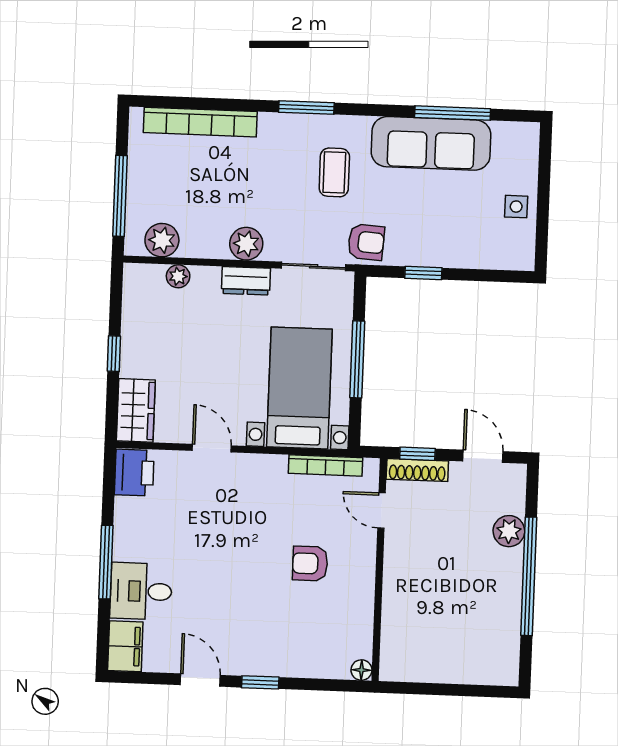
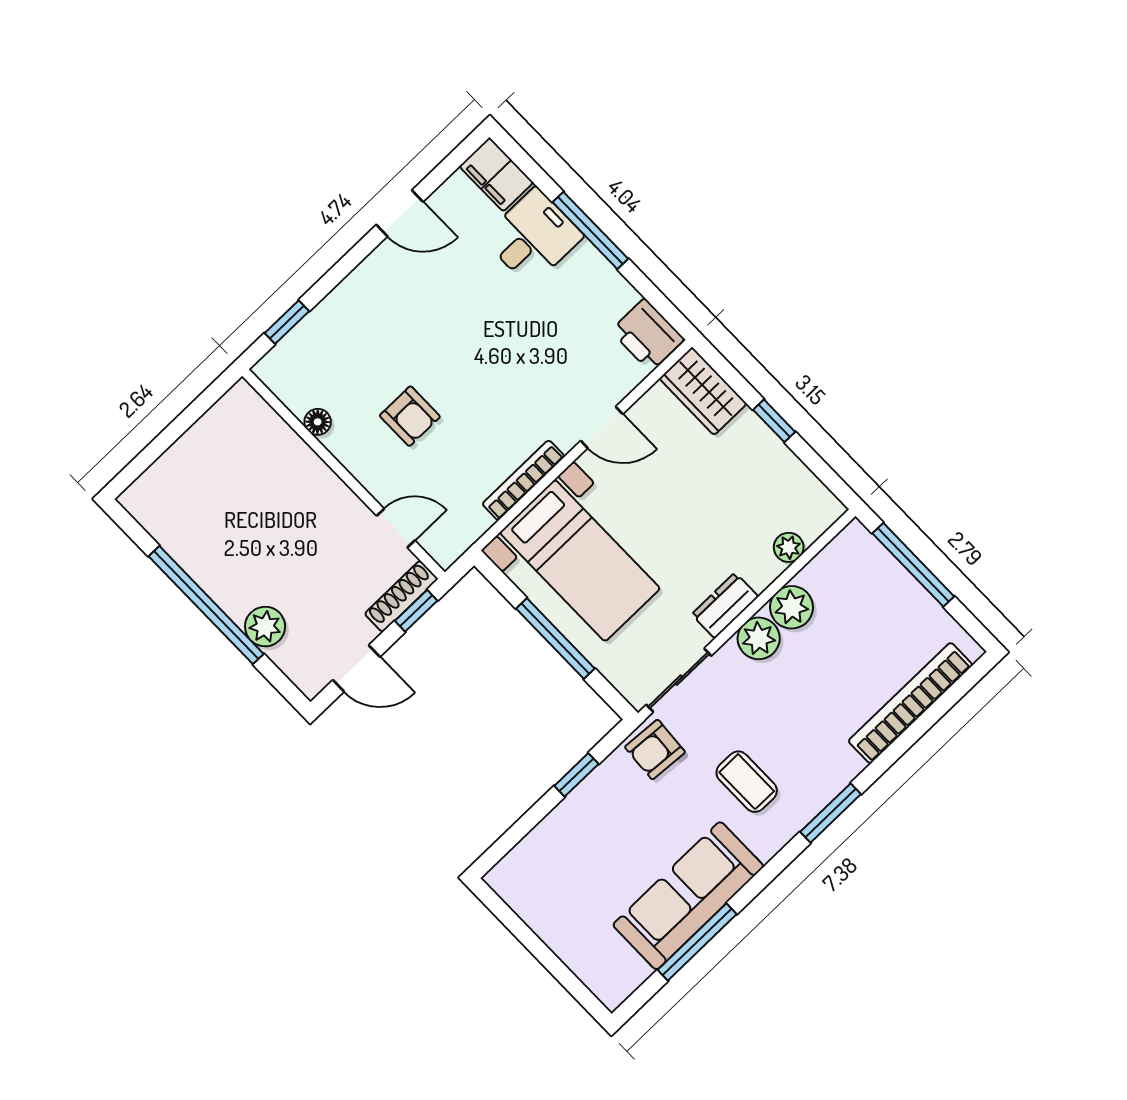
side table: (516, 207) -> (556, 918), removed
plant: (162, 240) -> (792, 607), moved
bookcase: (325, 466) -> (523, 480), moved
armchair: (310, 563) -> (410, 416), turned 90
floor lamp: (361, 670) -> (318, 422), moved
window: (260, 682) -> (287, 322), moved

